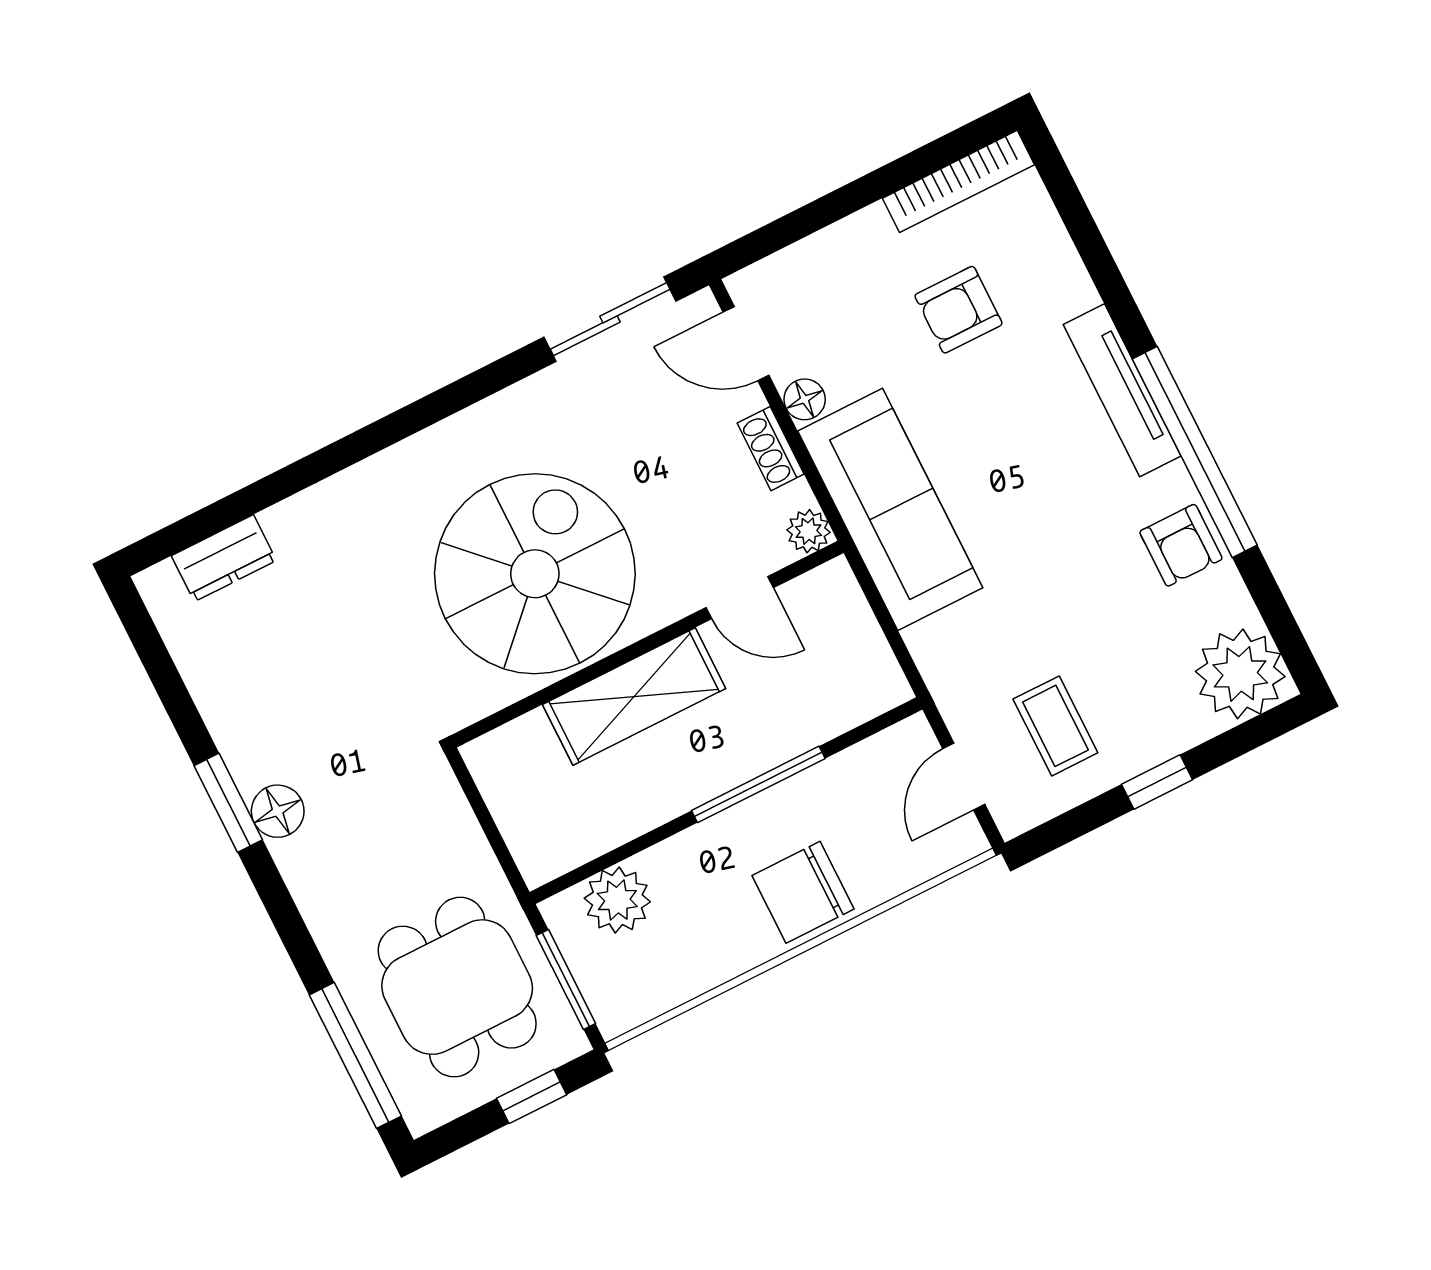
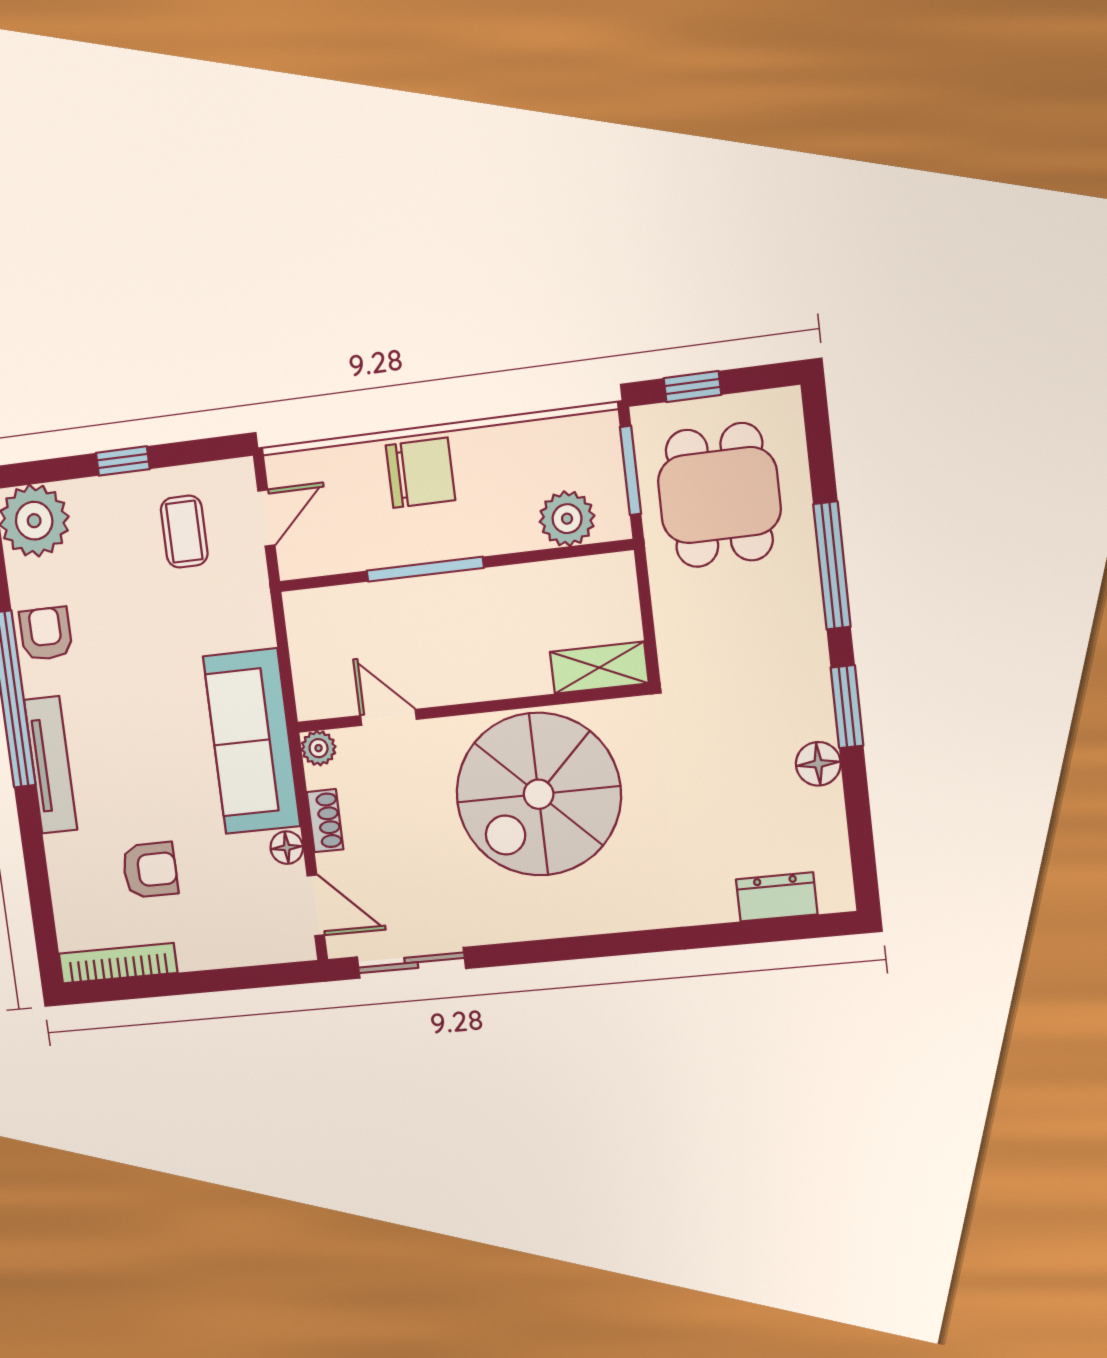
shelving: (634, 697) -> (599, 668), moved, width x0.67, depth x0.75
floor lamp: (278, 811) -> (818, 764), moved
window: (355, 1055) -> (832, 565), moved

